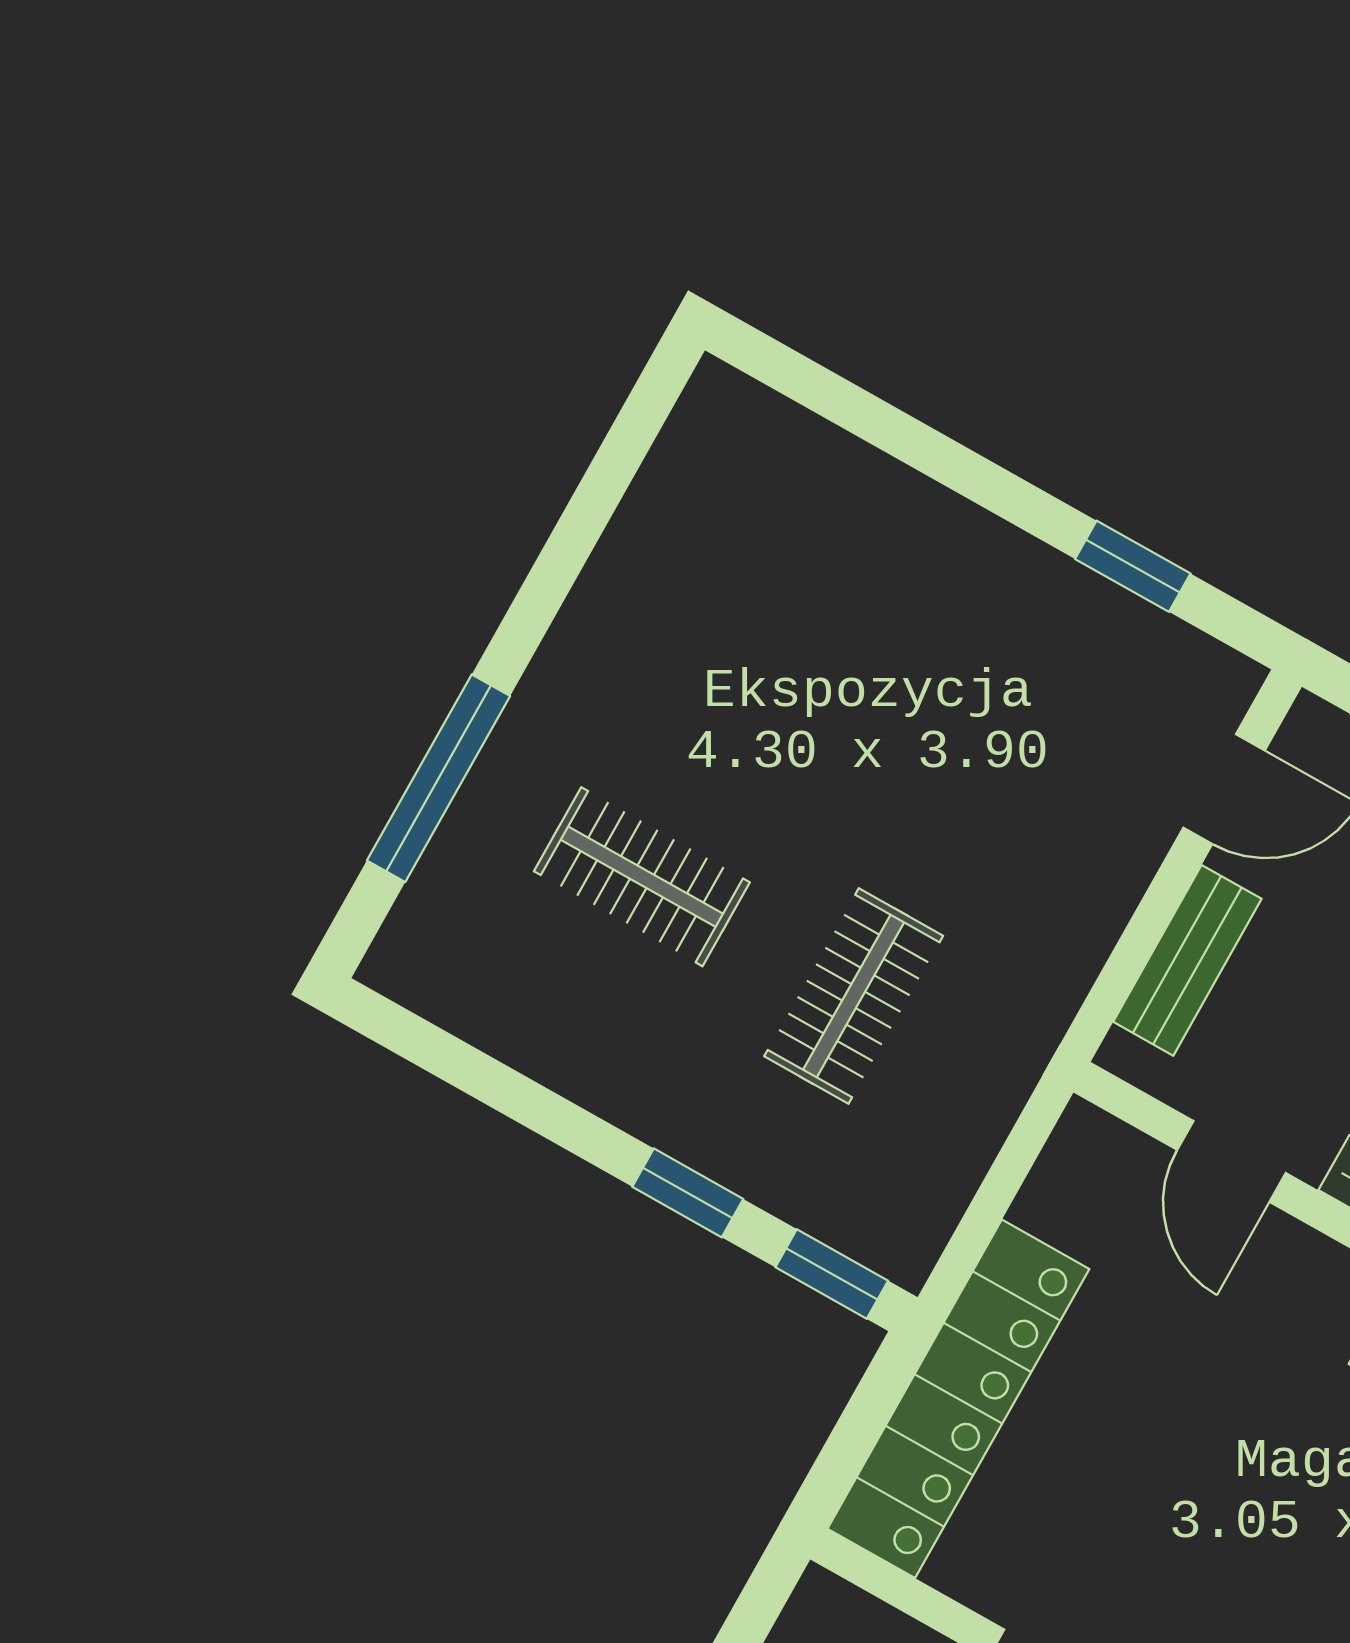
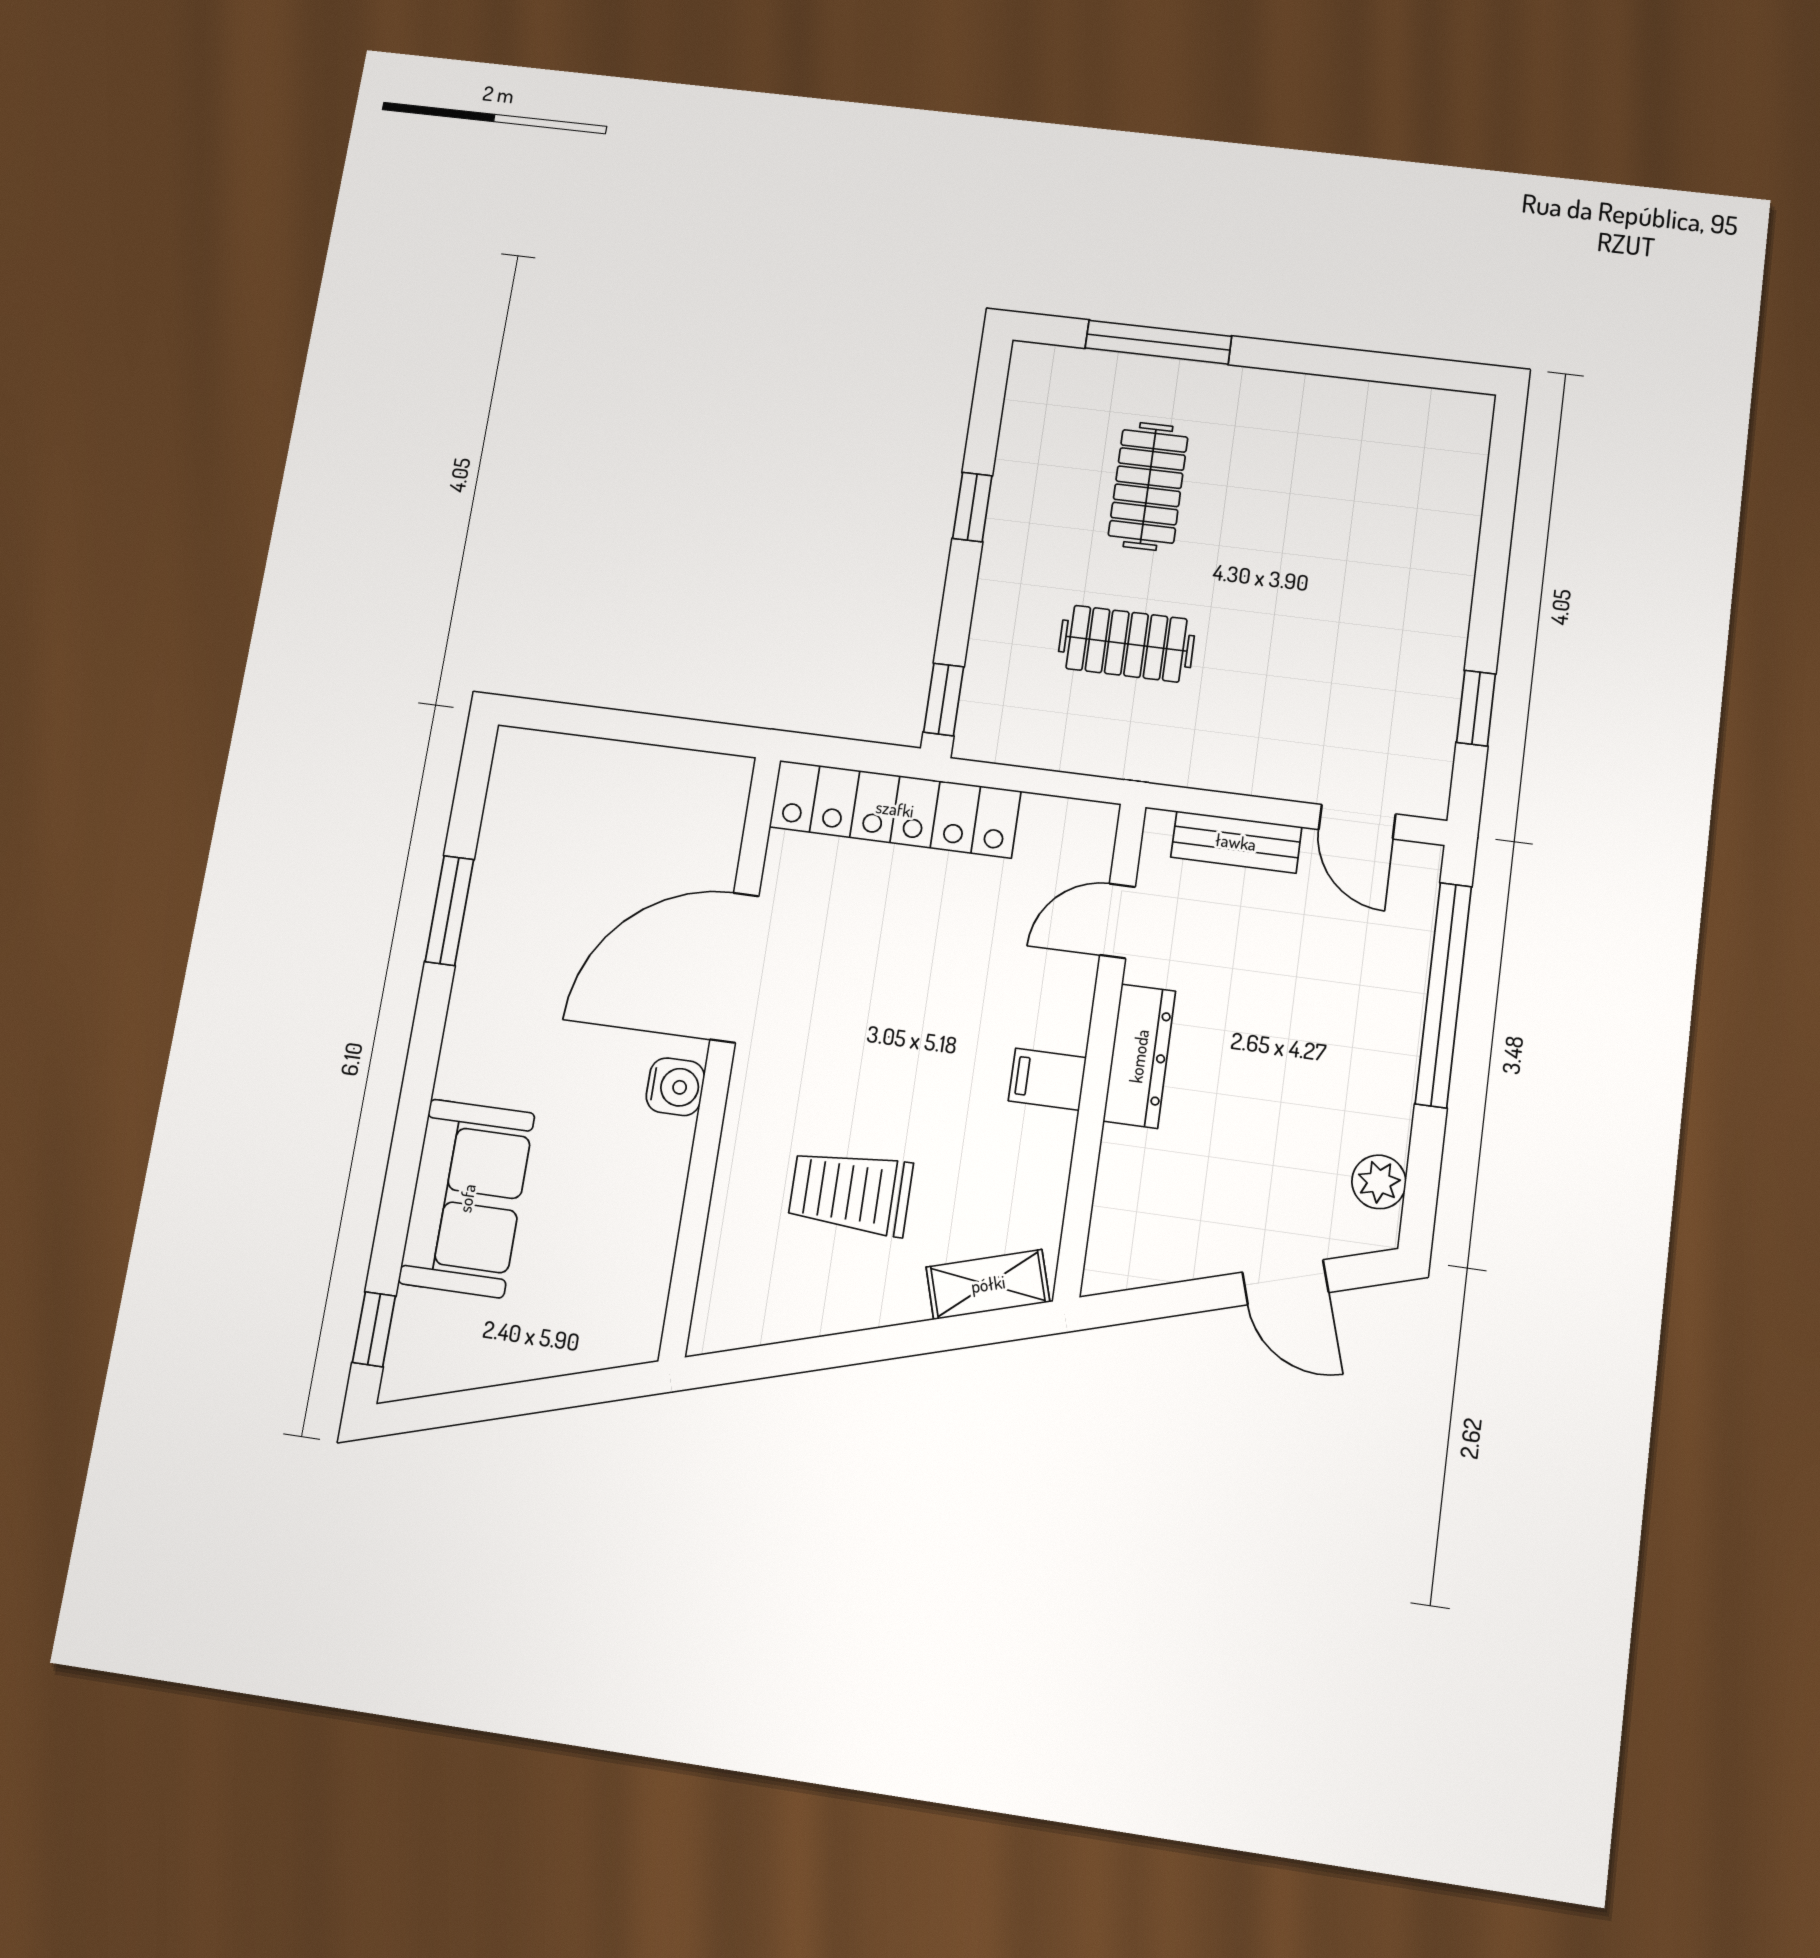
window: (688, 1193) -> (972, 507), moved

